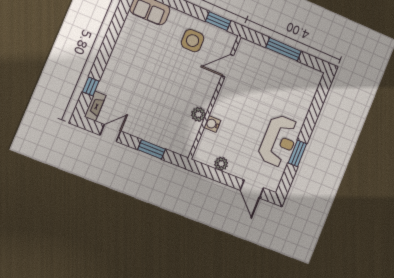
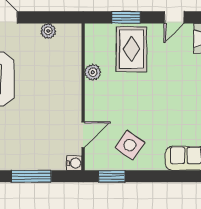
side table: (193, 41) -> (130, 145), turned 34
rug: (158, 121) -> (132, 49), added
water cooler: (212, 124) -> (74, 163), moved

